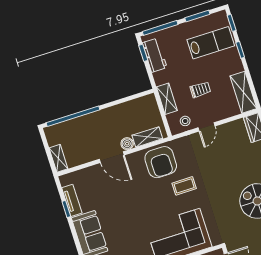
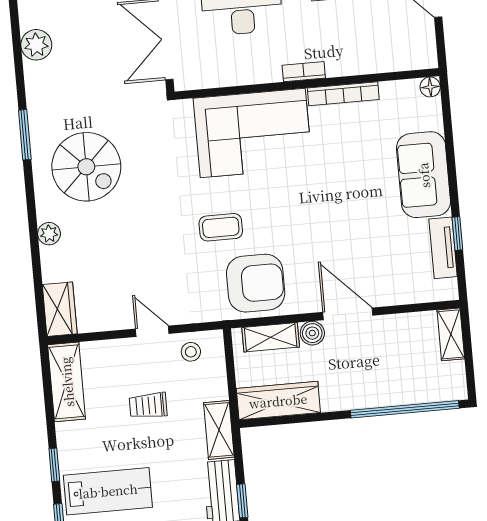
lab bench: (211, 43) -> (108, 491), turned 180
shelving: (167, 99) -> (219, 430), moved
wardrobe: (136, 107) -> (278, 401), added
door: (207, 127) -> (152, 331), hinge flipped
armchair: (161, 162) -> (256, 283), turned 90

